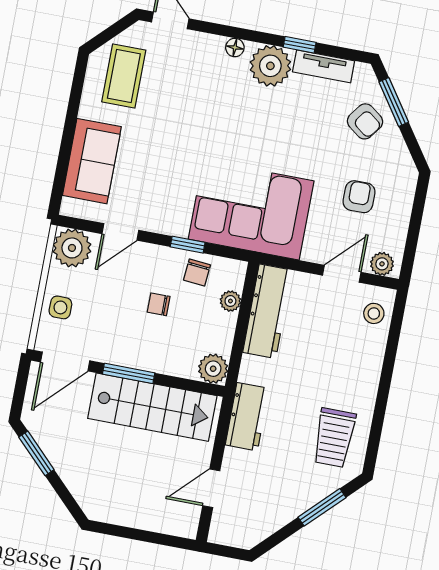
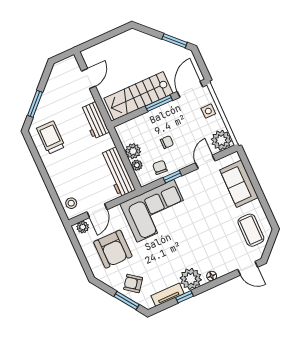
armchair: (359, 197) -> (113, 249), width x1.88, depth x1.88
plant: (213, 369) -> (133, 151), moved

